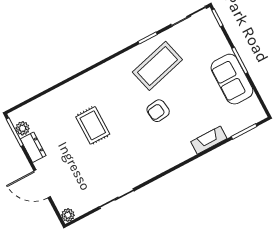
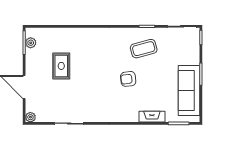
coffee table: (157, 66) -> (144, 49), width x0.73, depth x0.76
sofa: (232, 79) -> (189, 91), width x1.36
rug: (93, 125) -> (61, 66), moved
dresser: (33, 147) -> (31, 59), removed

